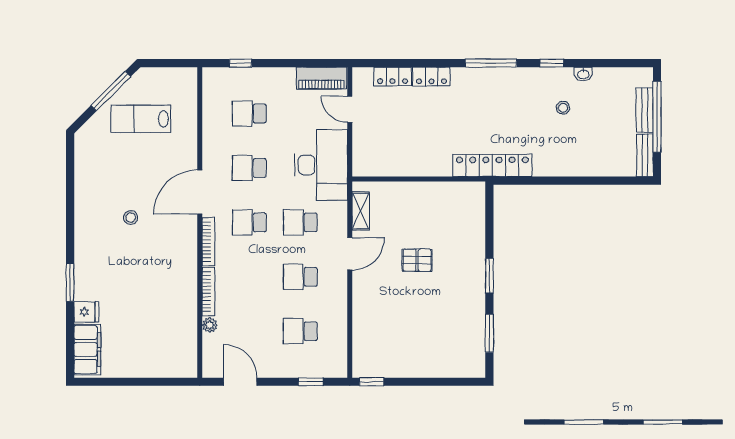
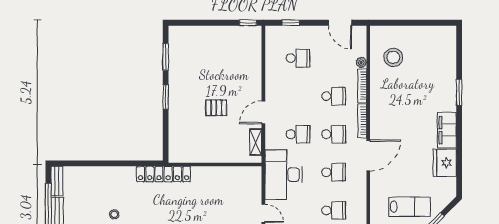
stool: (131, 218) -> (393, 57), moved, width x1.89, depth x1.89
school desk: (300, 277) -> (334, 96), moved
fridge: (86, 312) -> (445, 163), moved, width x1.88, depth x1.34
filing cabinet: (87, 349) -> (447, 130), moved

